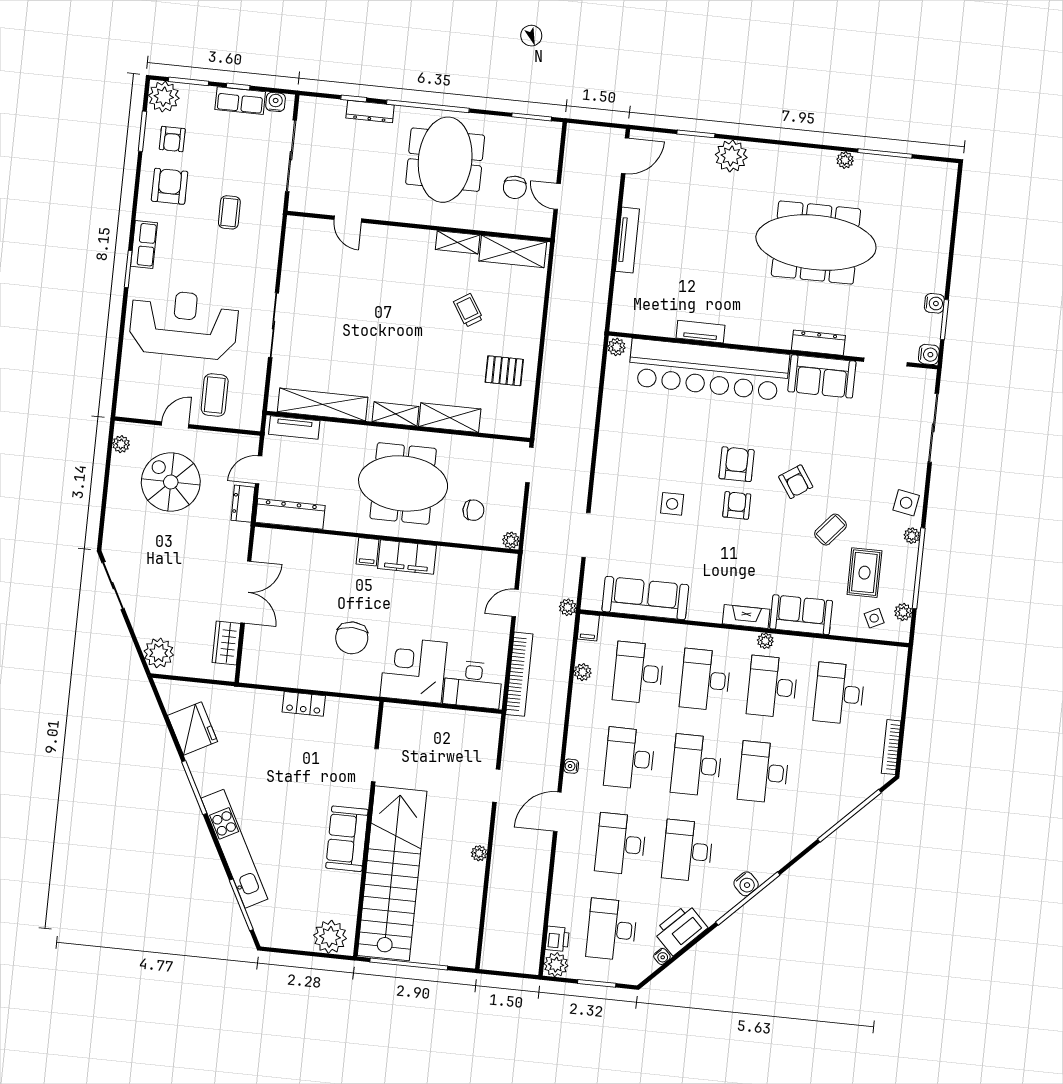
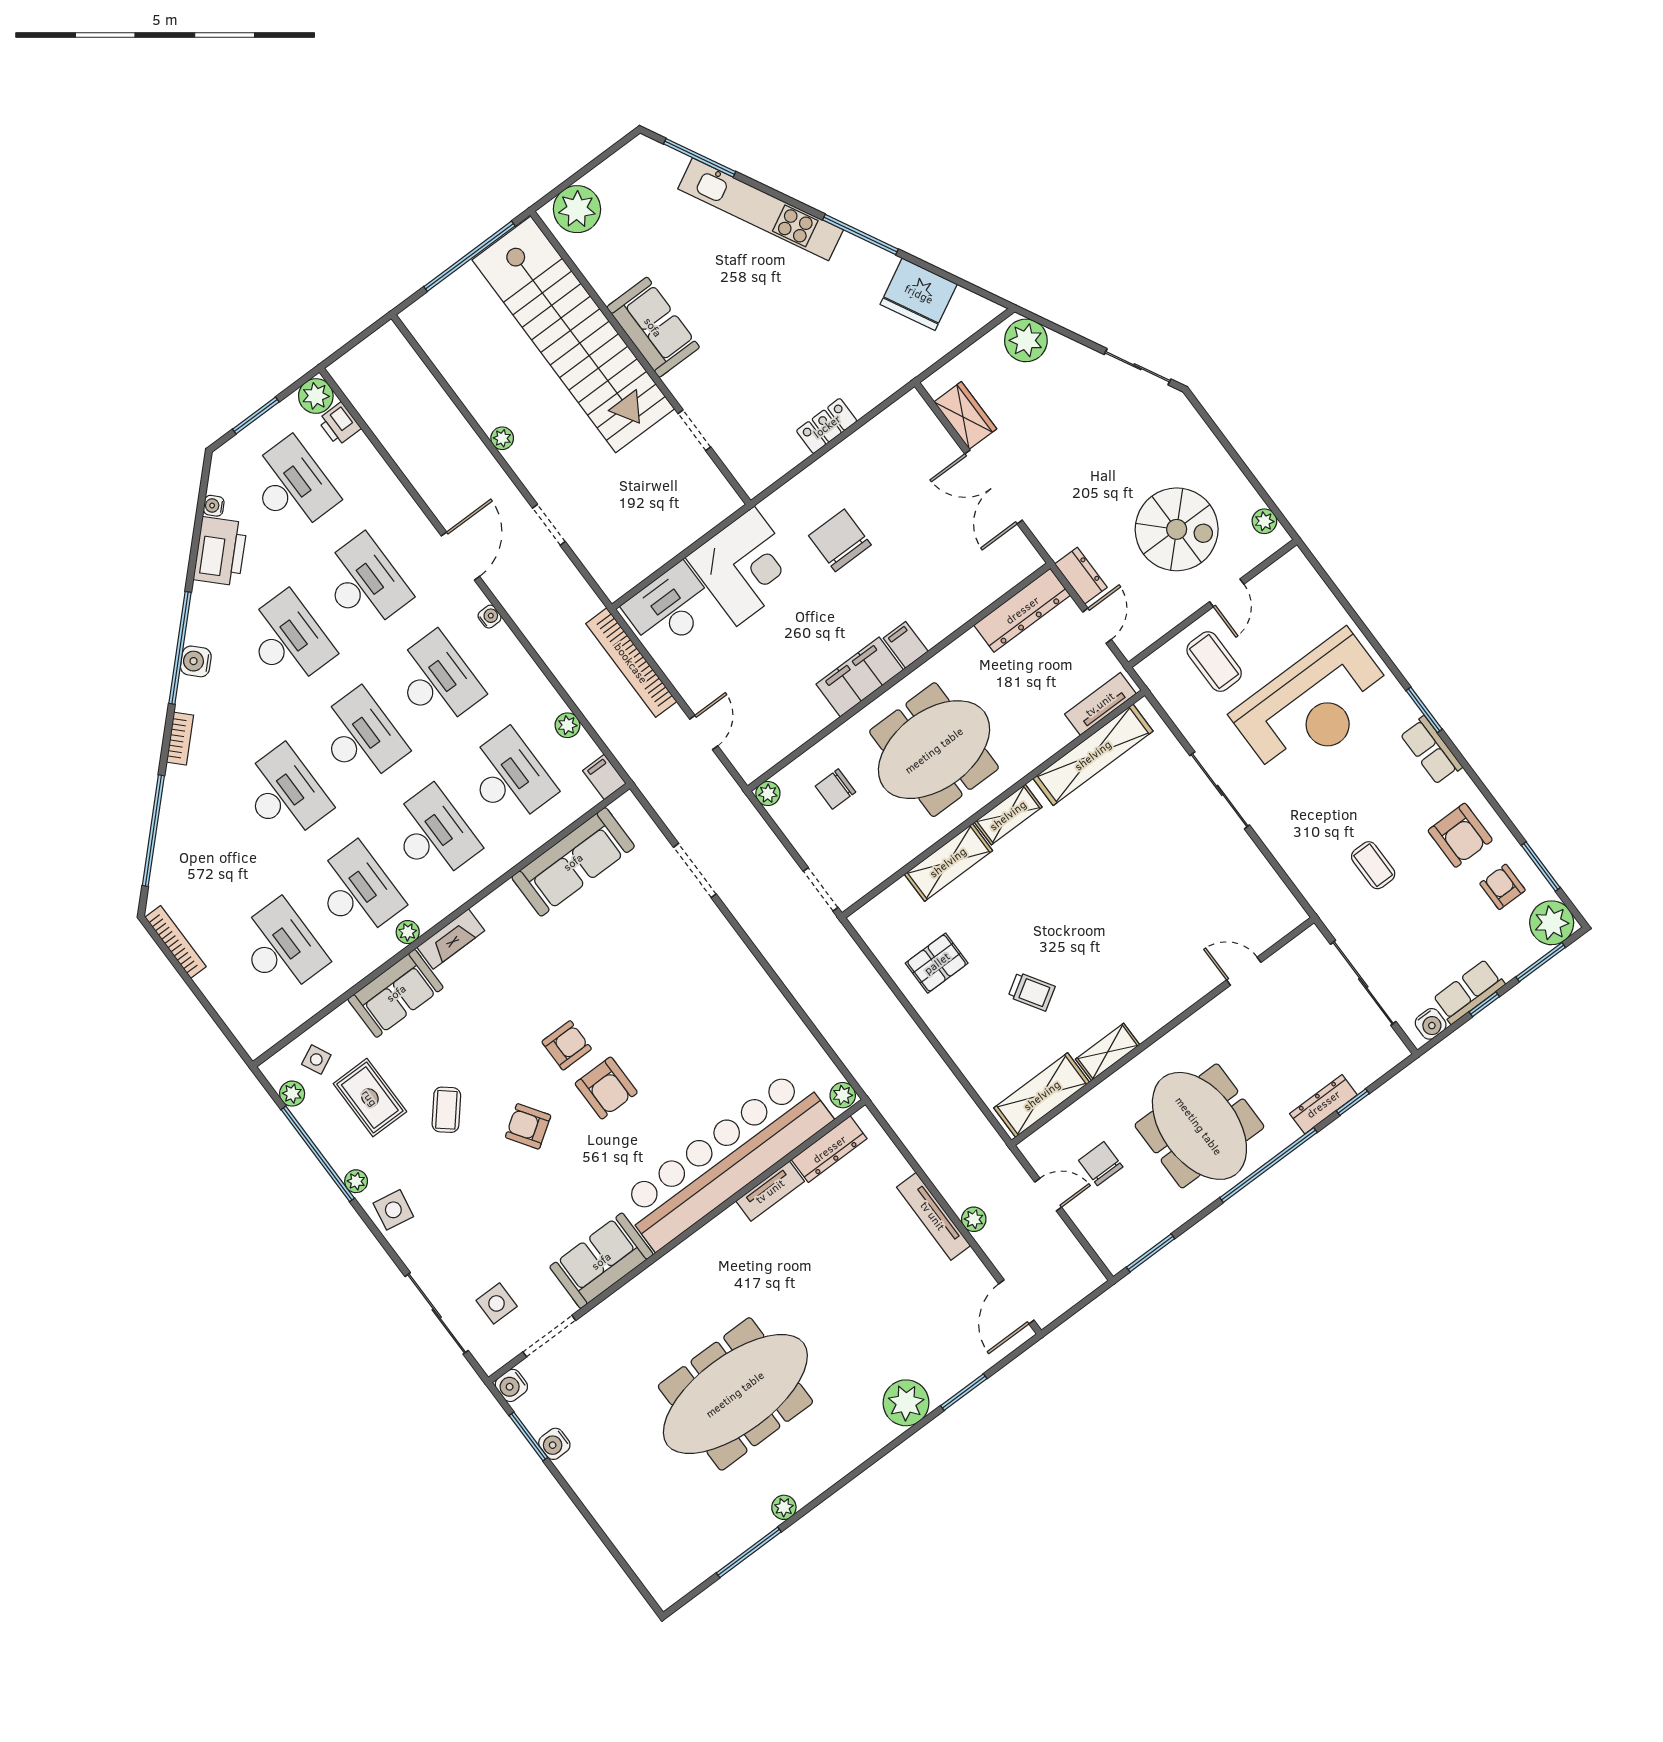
dresser: (818, 343) -> (829, 1149), moved
side table: (672, 504) -> (497, 1303), moved
armchair: (737, 505) -> (567, 1045), turned -90
plant: (568, 607) -> (974, 1219), moved
bookcase: (791, 851) -> (180, 739), added

